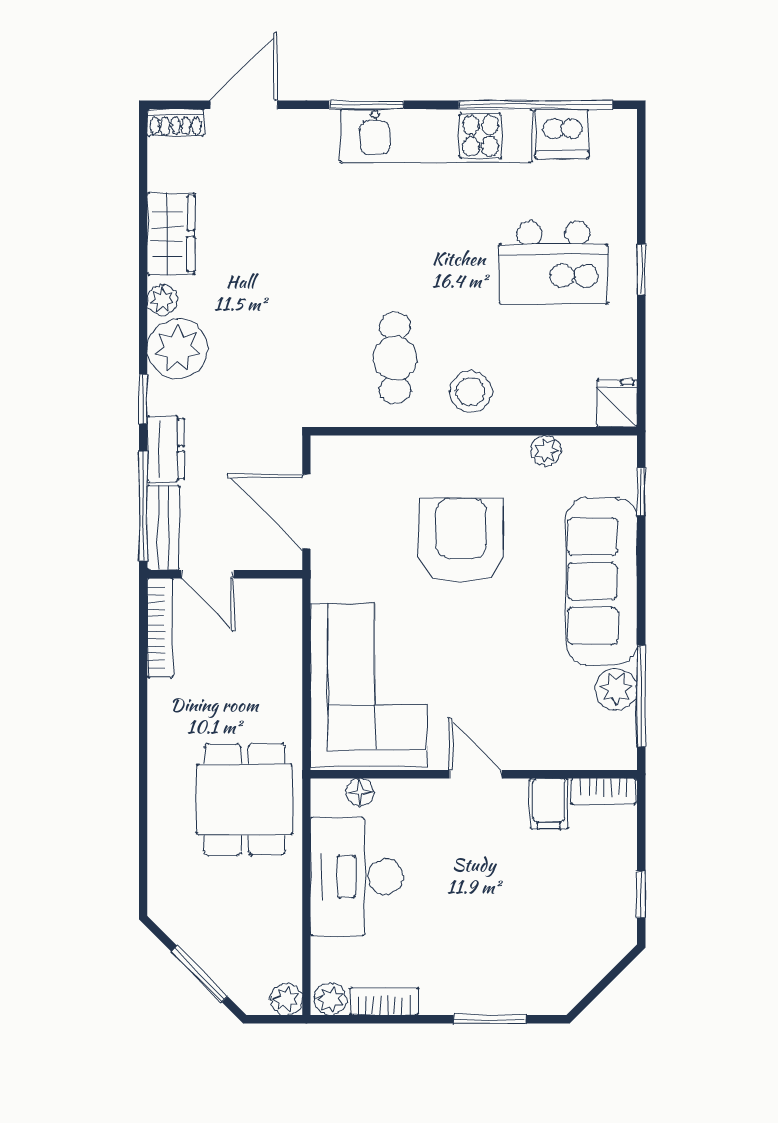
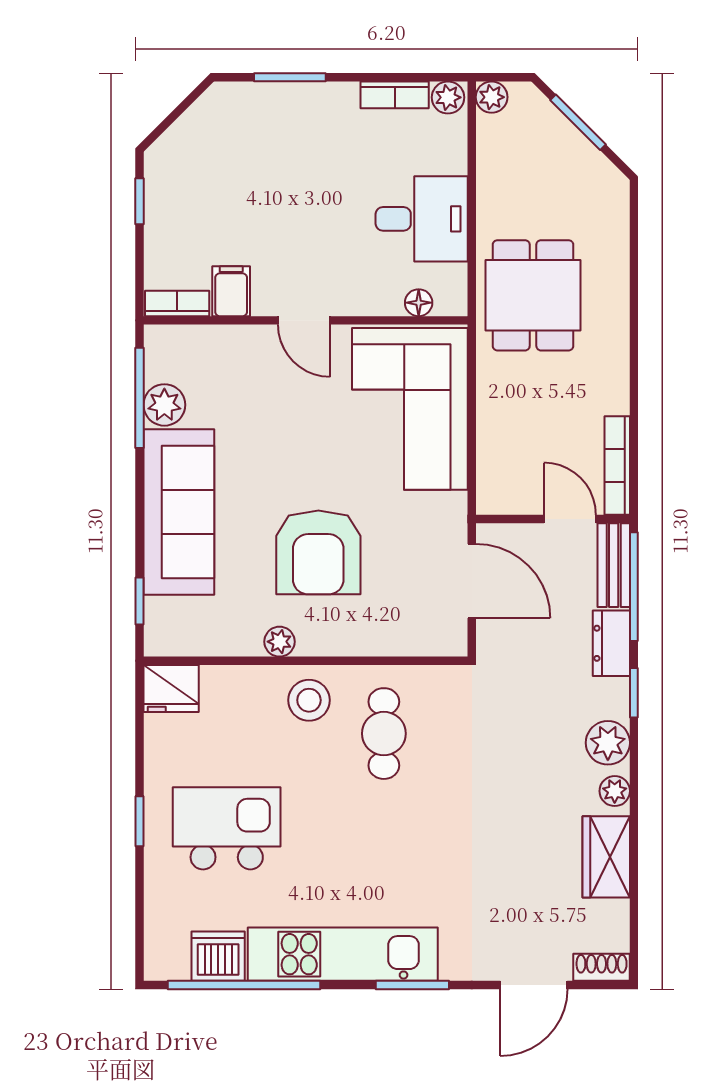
plant: (177, 349) -> (608, 743), width x0.73, depth x0.73
fridge: (617, 403) -> (171, 689), width x1.38
plant: (546, 451) -> (280, 642), moved
desk: (357, 877) -> (422, 219), width x0.73

